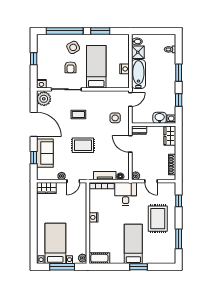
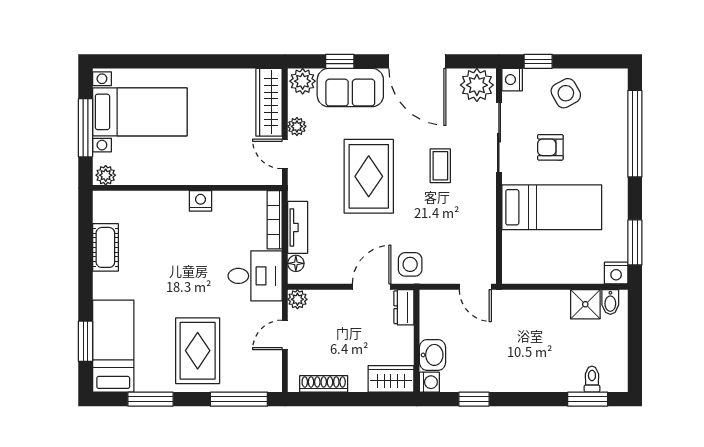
window: (100, 31) -> (635, 242), moved
side table: (73, 47) -> (566, 93), moved
window: (34, 59) -> (538, 61), moved
nightstand: (124, 69) -> (616, 273), moved
window: (179, 73) -> (588, 399), moved
bathtub: (138, 74) -> (535, 306), removed
side table: (115, 118) -> (410, 264), moved
door: (34, 124) -> (417, 61), hinge flipped
rug: (83, 145) -> (369, 176), width x1.36, depth x1.43
plant: (42, 174) -> (303, 81), added
wardrobe: (46, 188) -> (269, 102), width x1.50
window: (179, 201) -> (239, 399), width x2.17
rug: (158, 219) -> (198, 351), turned 90
bed: (133, 244) -> (113, 346), moved, turned -90
cot: (99, 258) -> (105, 247), moved
window: (138, 267) -> (85, 341), moved

